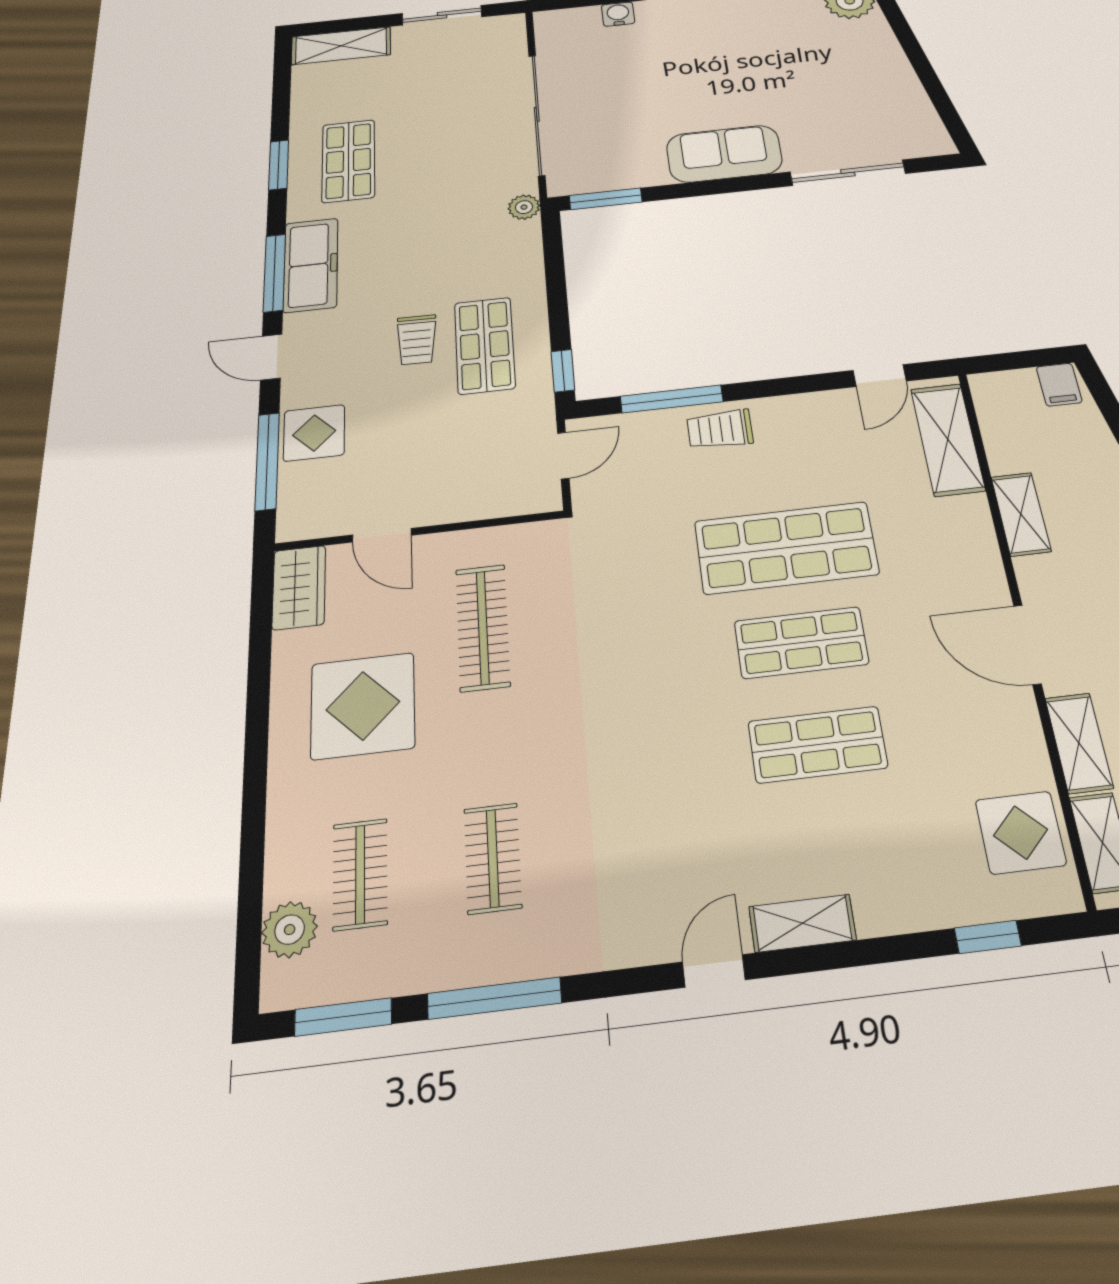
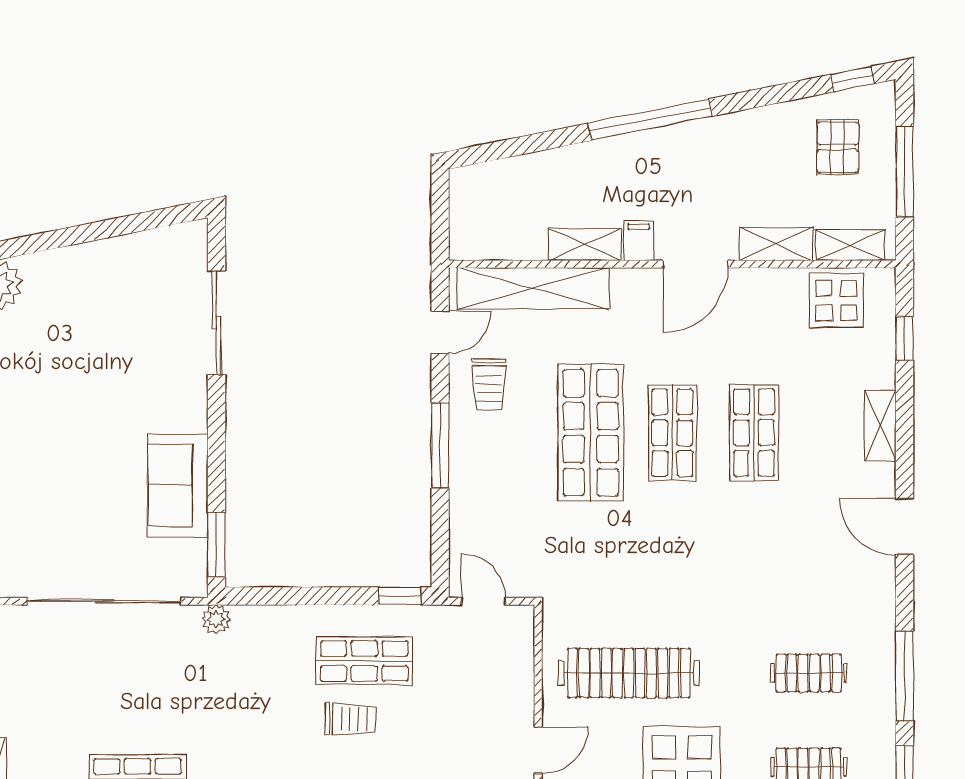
sofa: (724, 154) -> (178, 485), moved
door: (880, 376) -> (440, 332), hinge flipped
filing cabinet: (1059, 385) -> (639, 241), moved, turned -90
window: (672, 399) -> (440, 445), moved
trolley: (720, 429) -> (489, 384), moved
shelving: (948, 439) -> (533, 288), width x1.47
clothes rail: (483, 627) -> (629, 673), width x1.37, depth x1.31
shelving: (802, 923) -> (880, 426), moved
door: (714, 971) -> (905, 527), width x1.38

